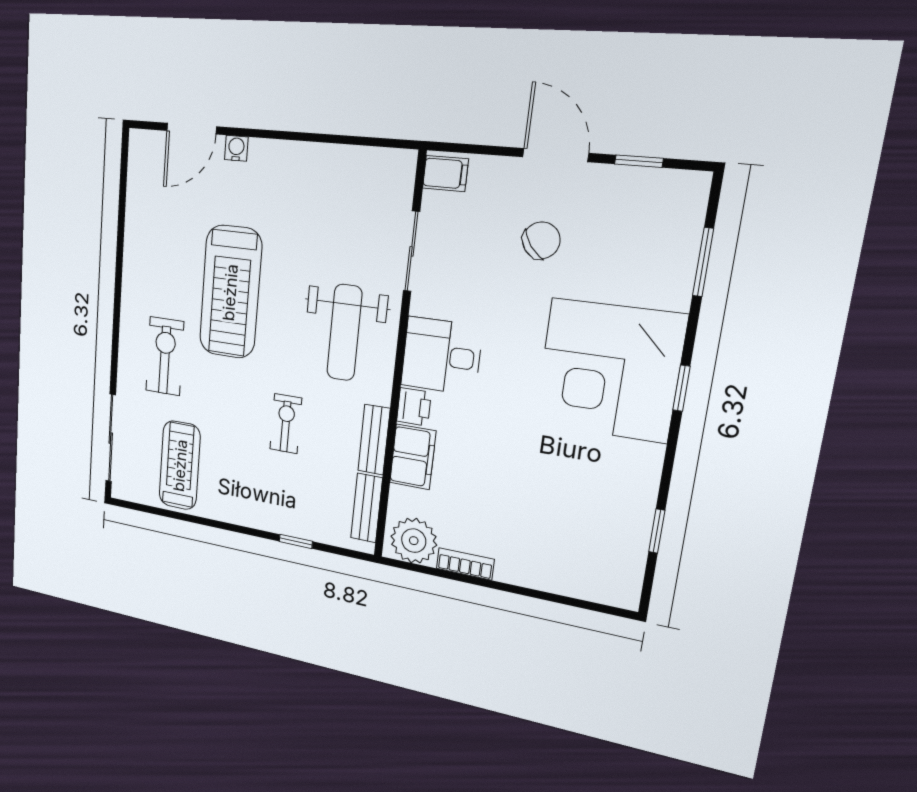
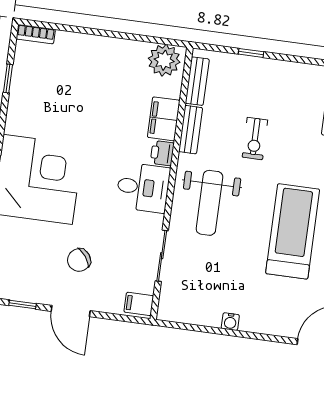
water cooler: (236, 148) -> (230, 322), moved
weight bench: (344, 333) -> (209, 203), turned 180
bookcase: (465, 564) -> (36, 34), moved

